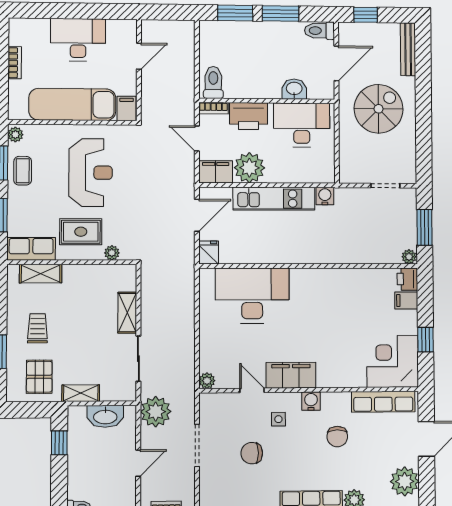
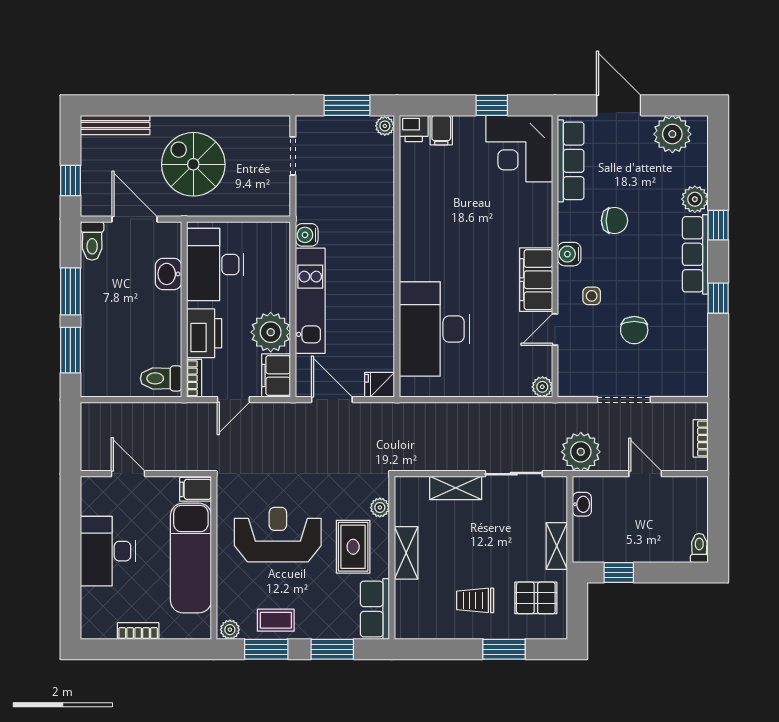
shelving: (41, 274) -> (406, 553), moved
washbasin: (105, 416) -> (582, 504), width x0.52, depth x0.69

